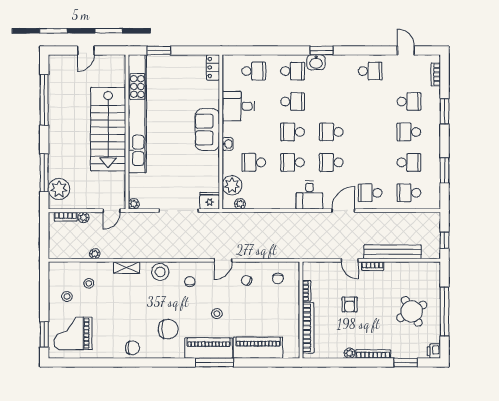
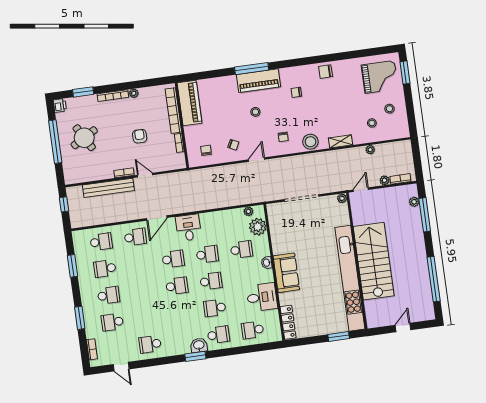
locker: (213, 67) -> (288, 322), width x1.53
school desk: (293, 71) -> (218, 335), turned 180
plant: (59, 189) -> (414, 202), width x0.53, depth x0.53
fridge: (210, 201) -> (276, 210), removed
chair: (168, 329) -> (296, 92), width x0.54, depth x0.54
piano: (258, 348) -> (190, 103), moved, turned -90

